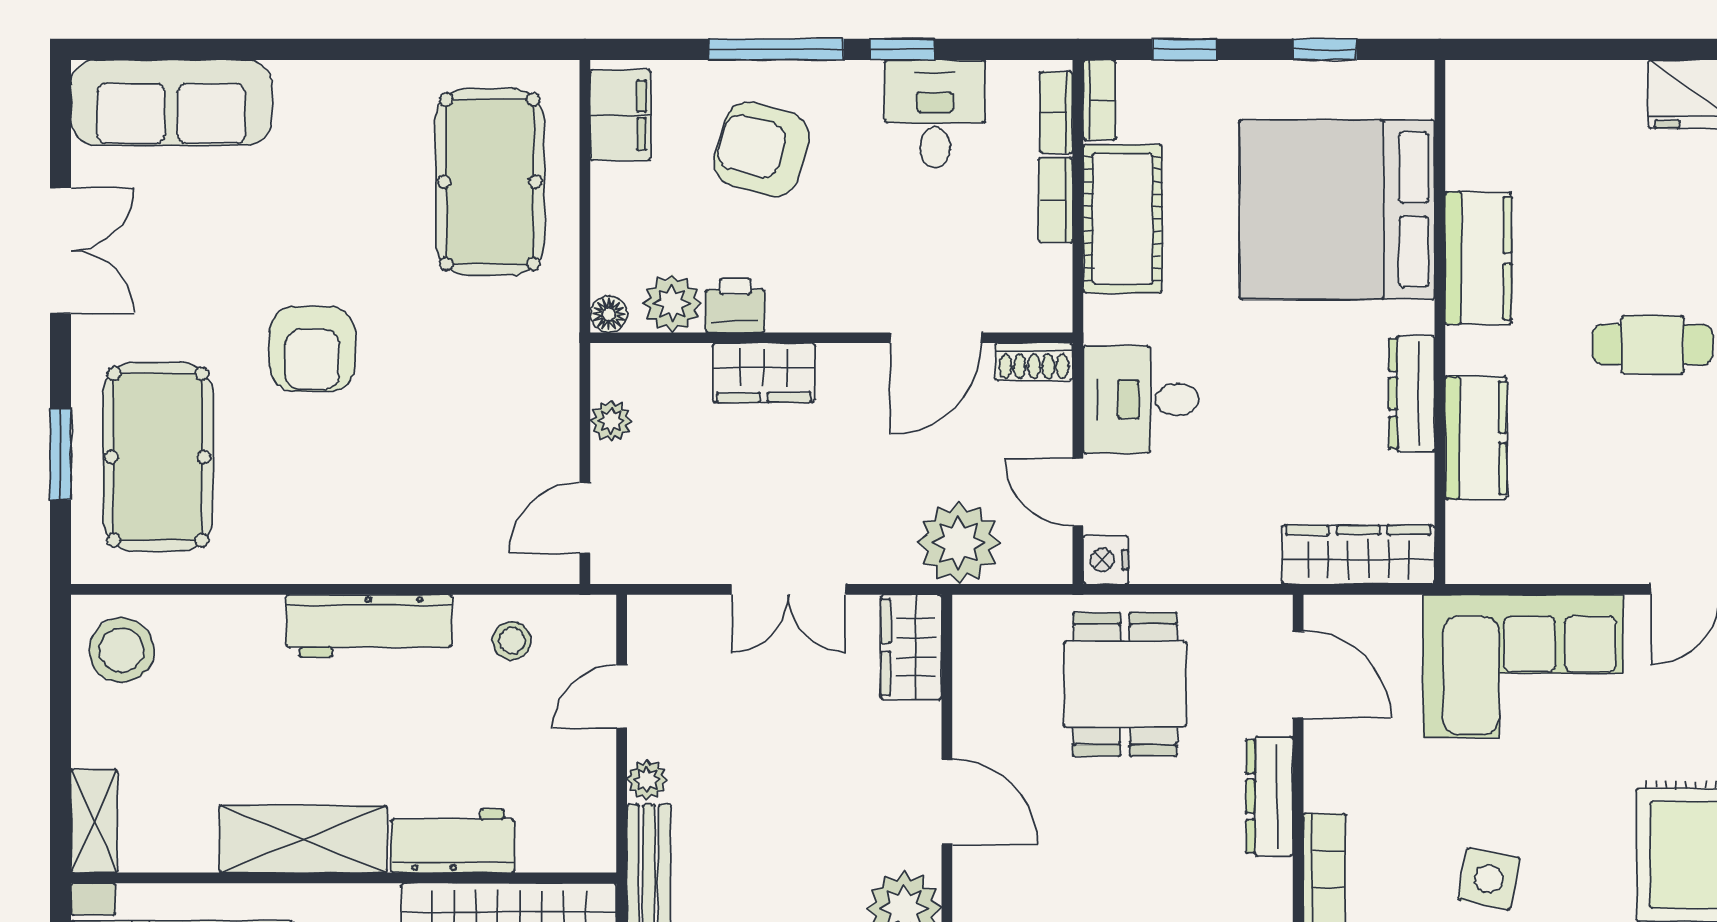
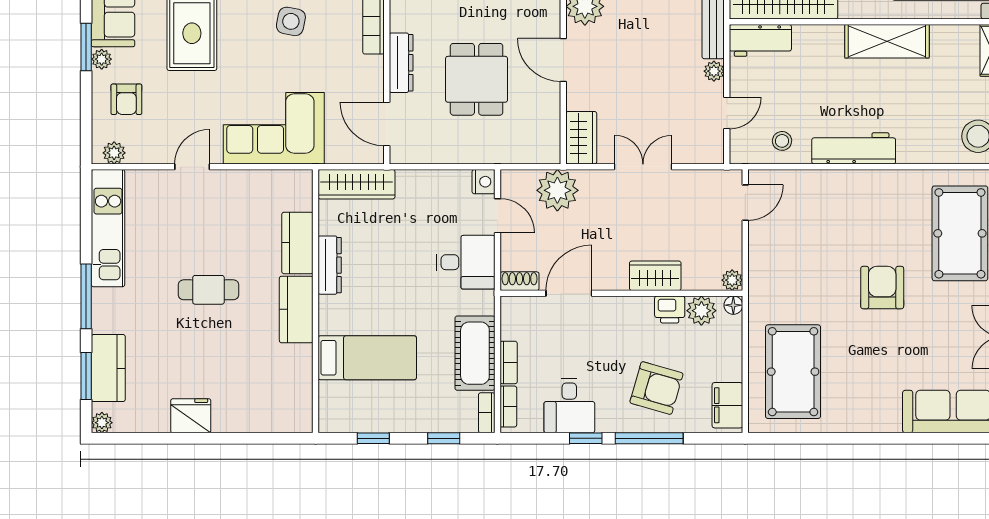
bed: (1337, 210) -> (367, 358), width x0.49
kitchen counter: (1478, 258) -> (296, 309), moved
plant: (611, 421) -> (732, 280), moved
dining table: (1125, 684) -> (477, 79), moved
workbench: (453, 841) -> (760, 40), moved

